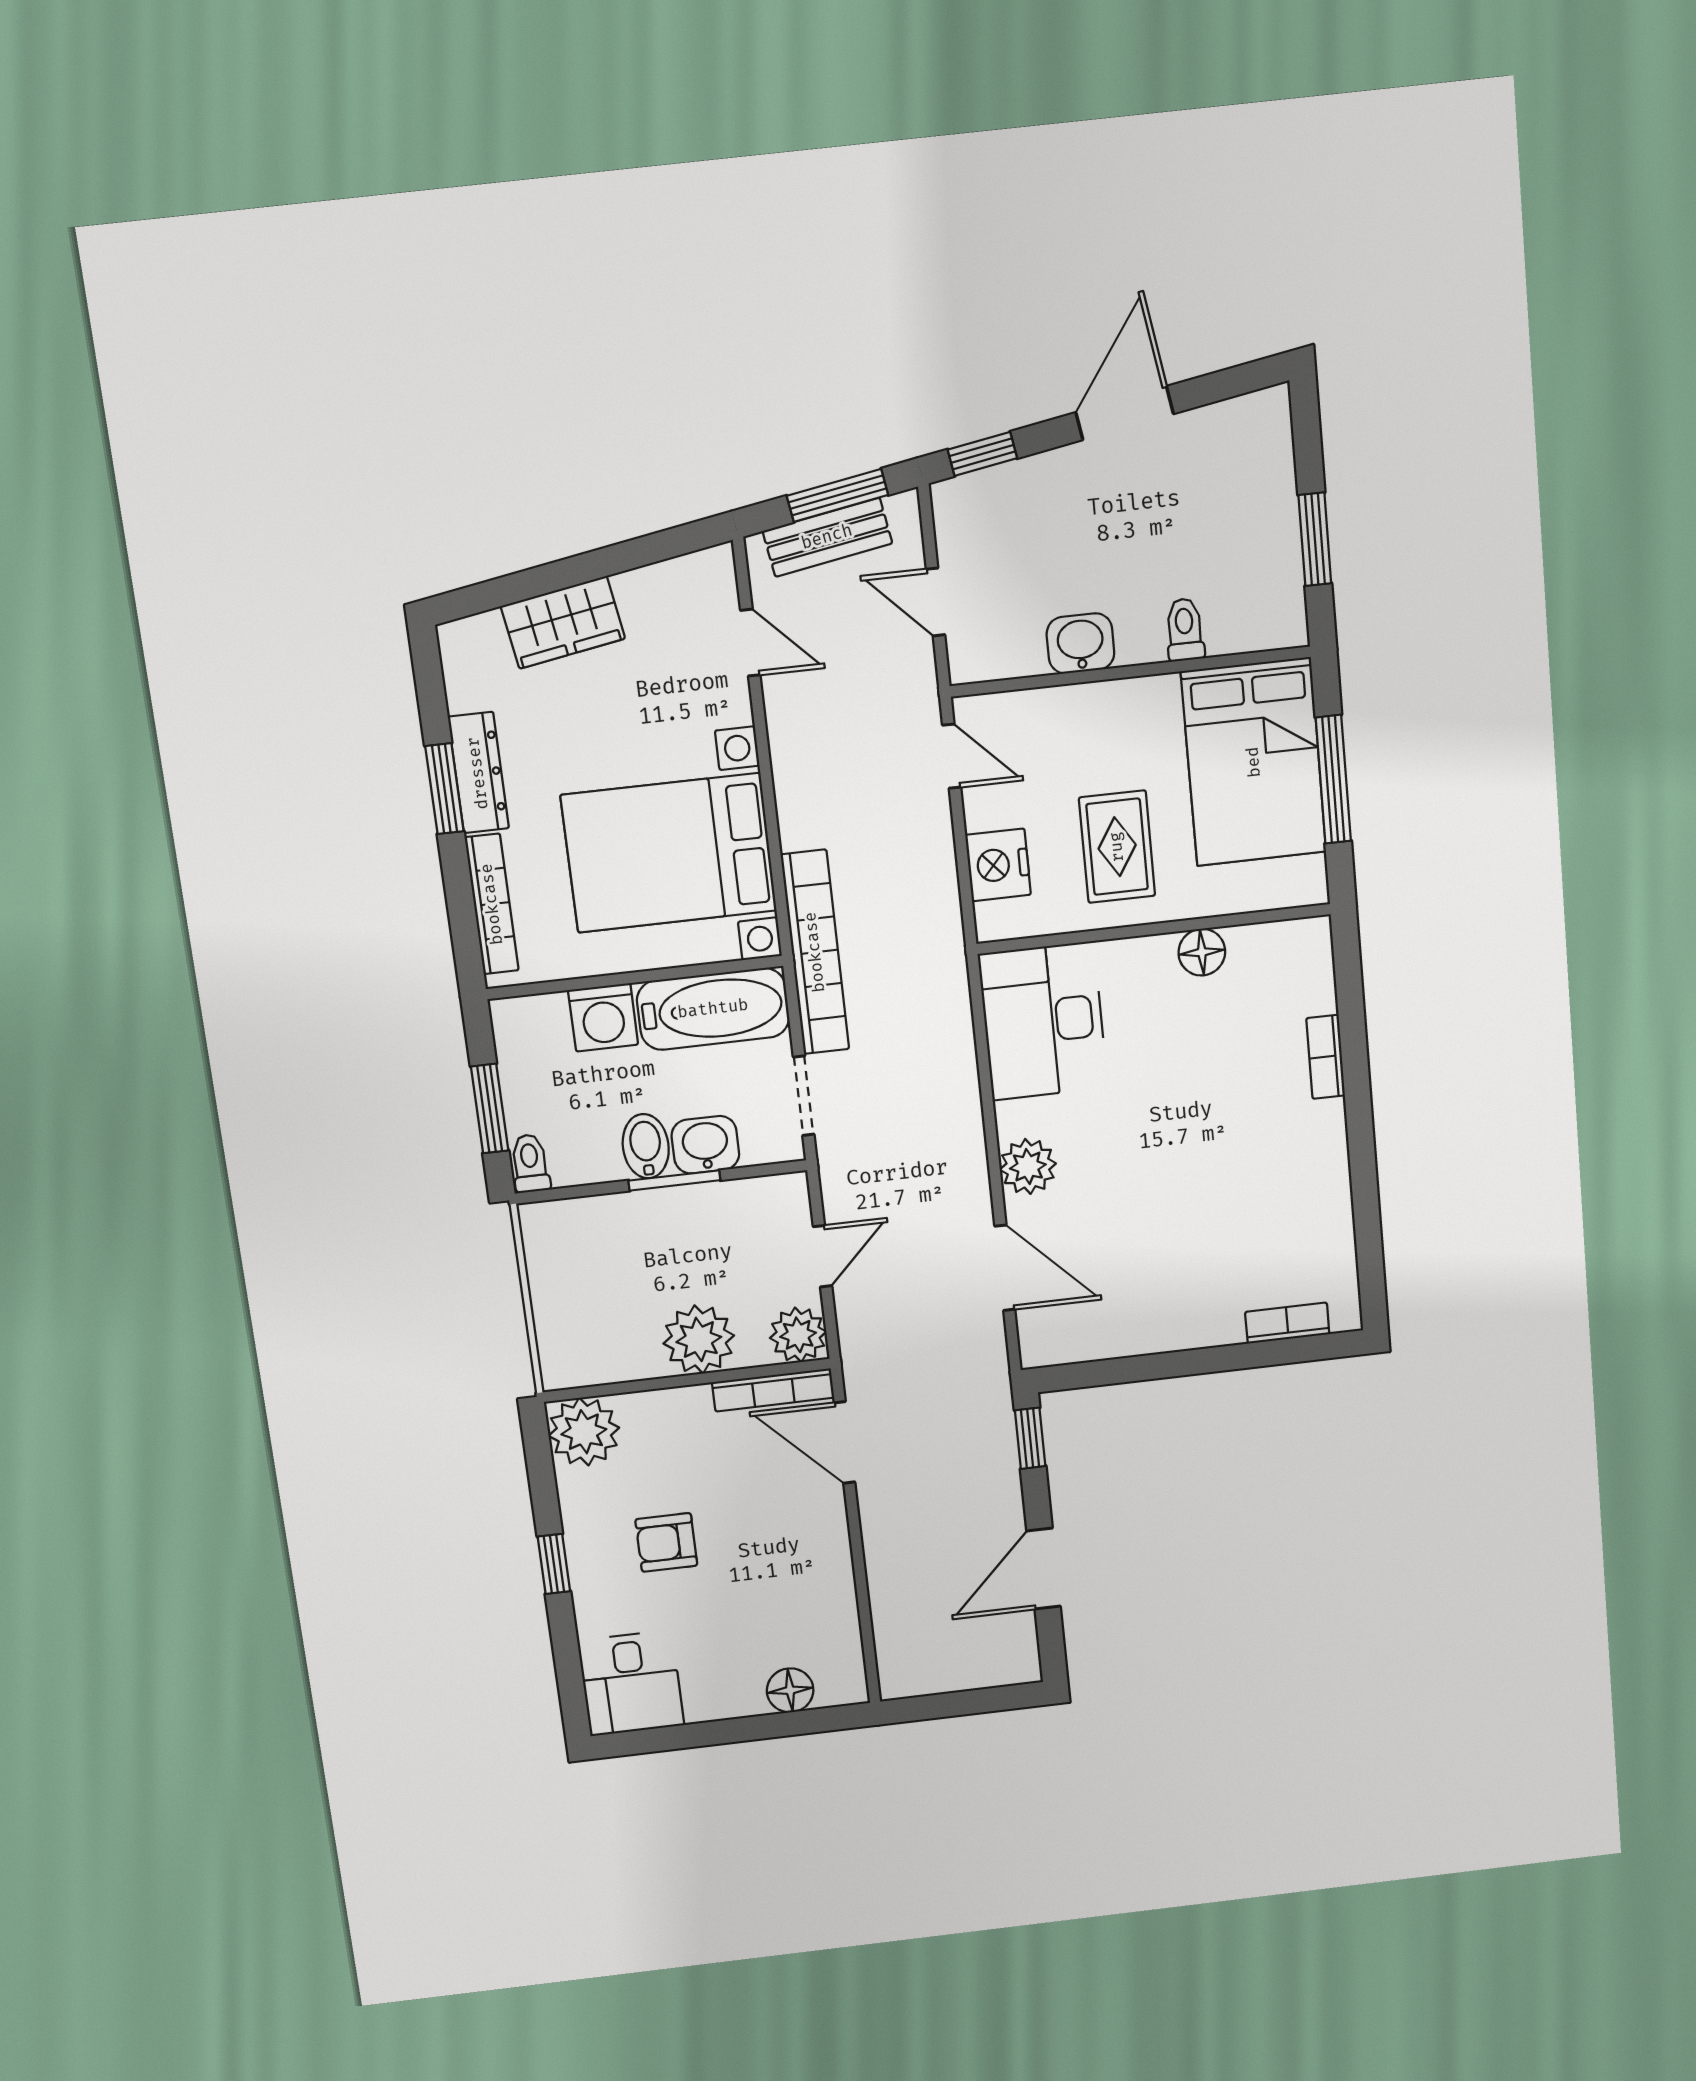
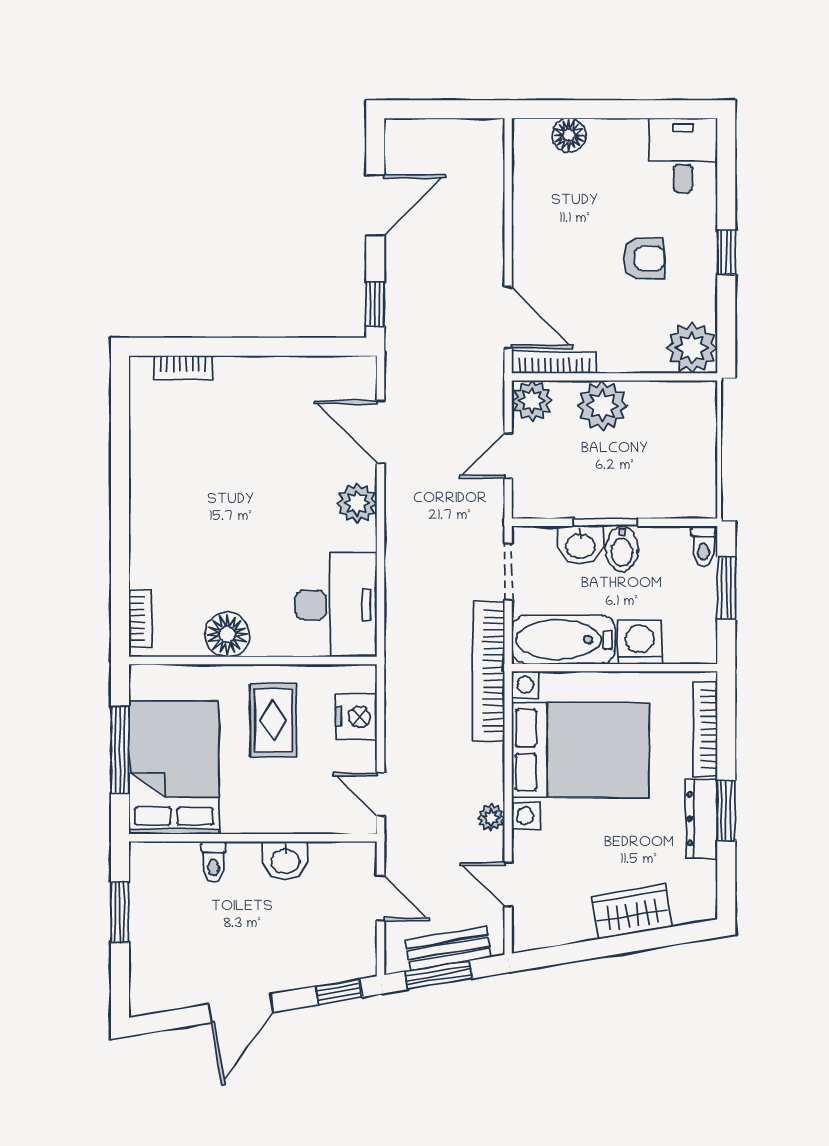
plant: (787, 740) -> (491, 818), added
floor lamp: (1202, 952) -> (227, 634), width x1.38, depth x1.38
bookcase: (1326, 1057) -> (140, 619), moved

